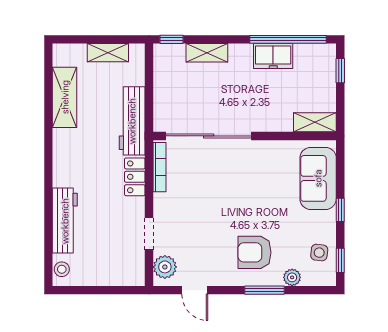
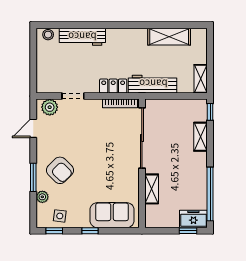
shelving: (108, 53) -> (201, 79), moved
freezer: (273, 56) -> (193, 219), moved, turned 90
shelving: (315, 122) -> (152, 189), moved
armchair: (254, 252) -> (60, 170), turned 135

